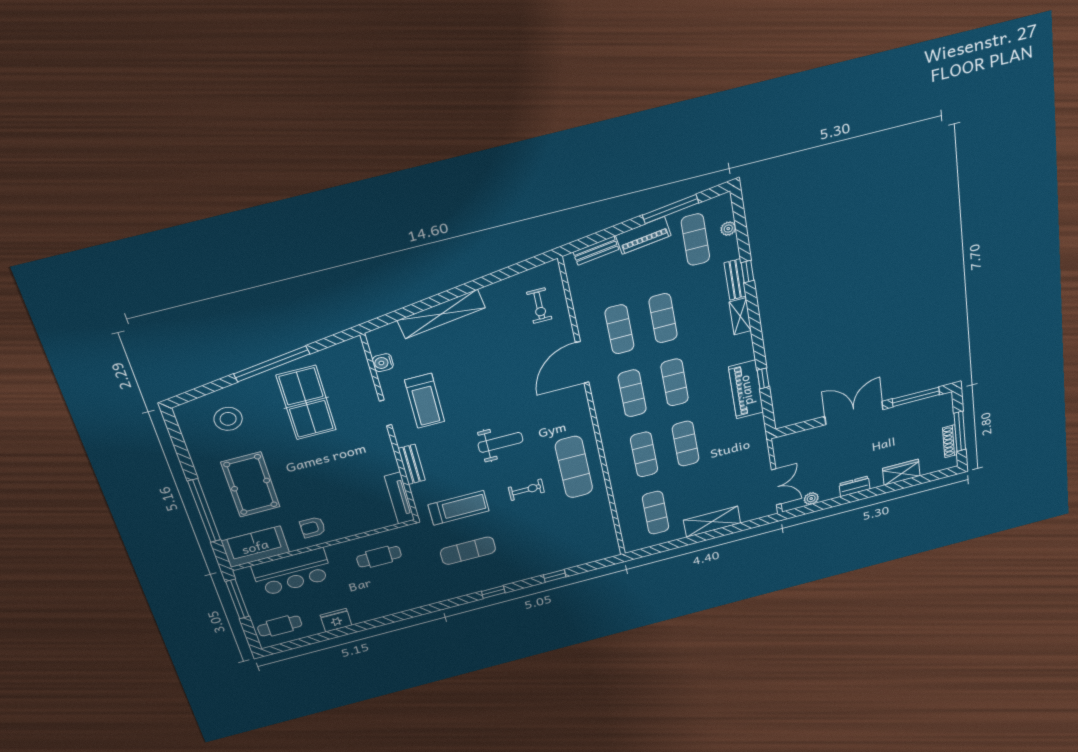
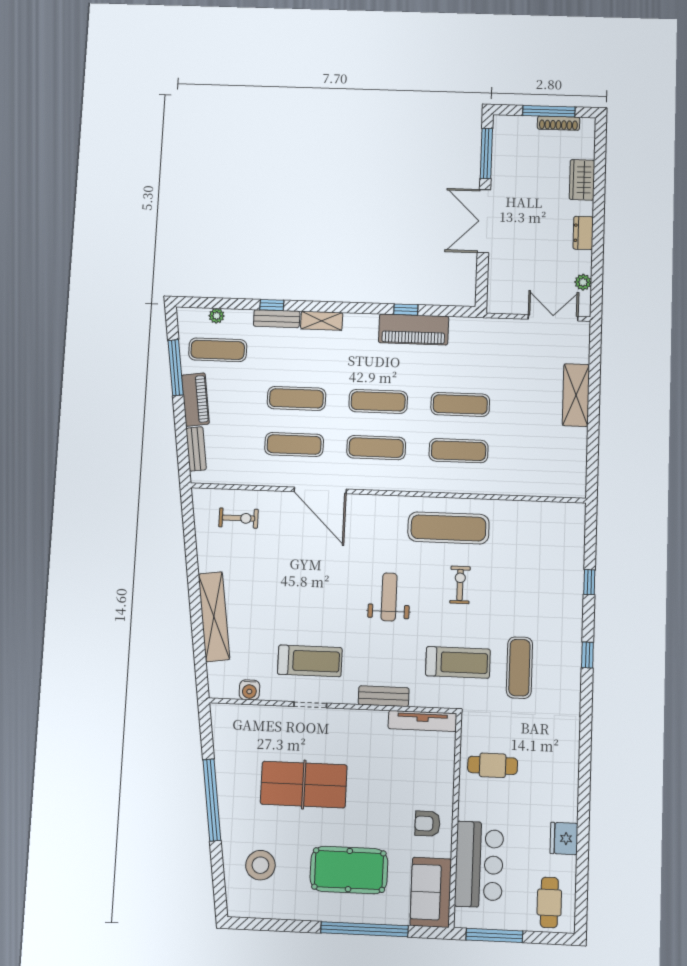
table tennis table: (306, 403) -> (304, 785), moved
treadmill: (459, 508) -> (458, 662), turned 90
exercise mat: (656, 513) -> (541, 454), removed
armchair: (313, 527) -> (427, 824), turned 90
cafe table: (379, 557) -> (493, 765), turned 90

